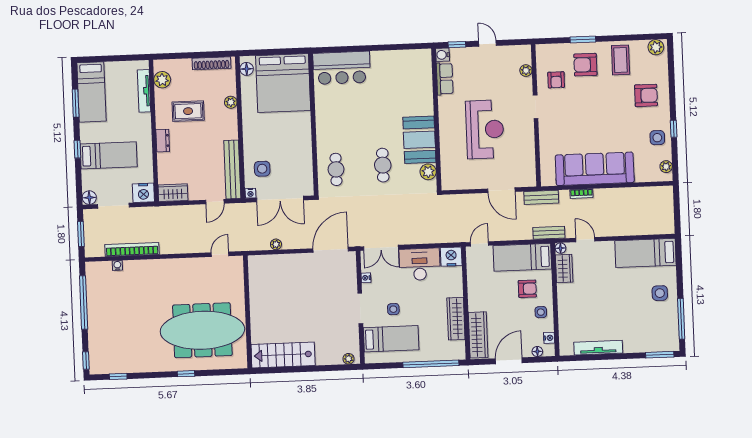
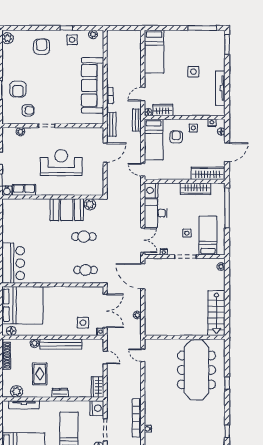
coffee table: (621, 60) -> (16, 64), removed
bench: (232, 169) -> (61, 344), moved
side table: (660, 293) -> (193, 72), moved
door: (509, 361) -> (227, 152), swing flipped

